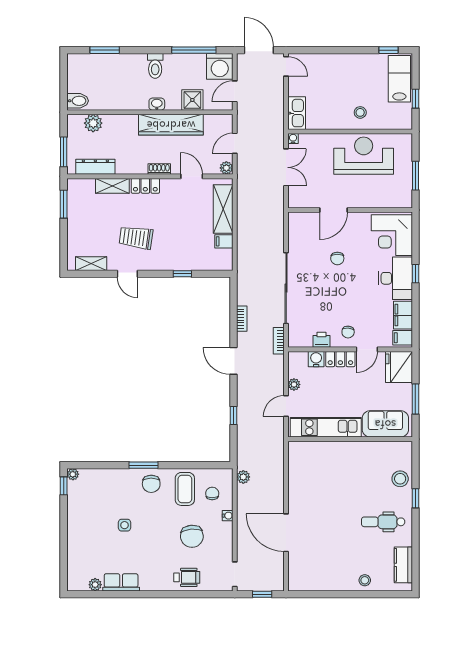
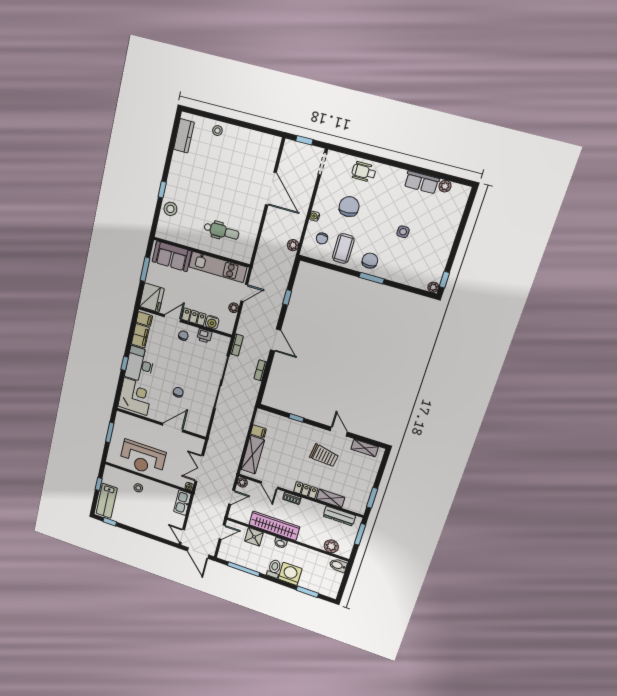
washing machine: (220, 66) -> (290, 574), moved
dental chair: (383, 522) -> (221, 231), moved

